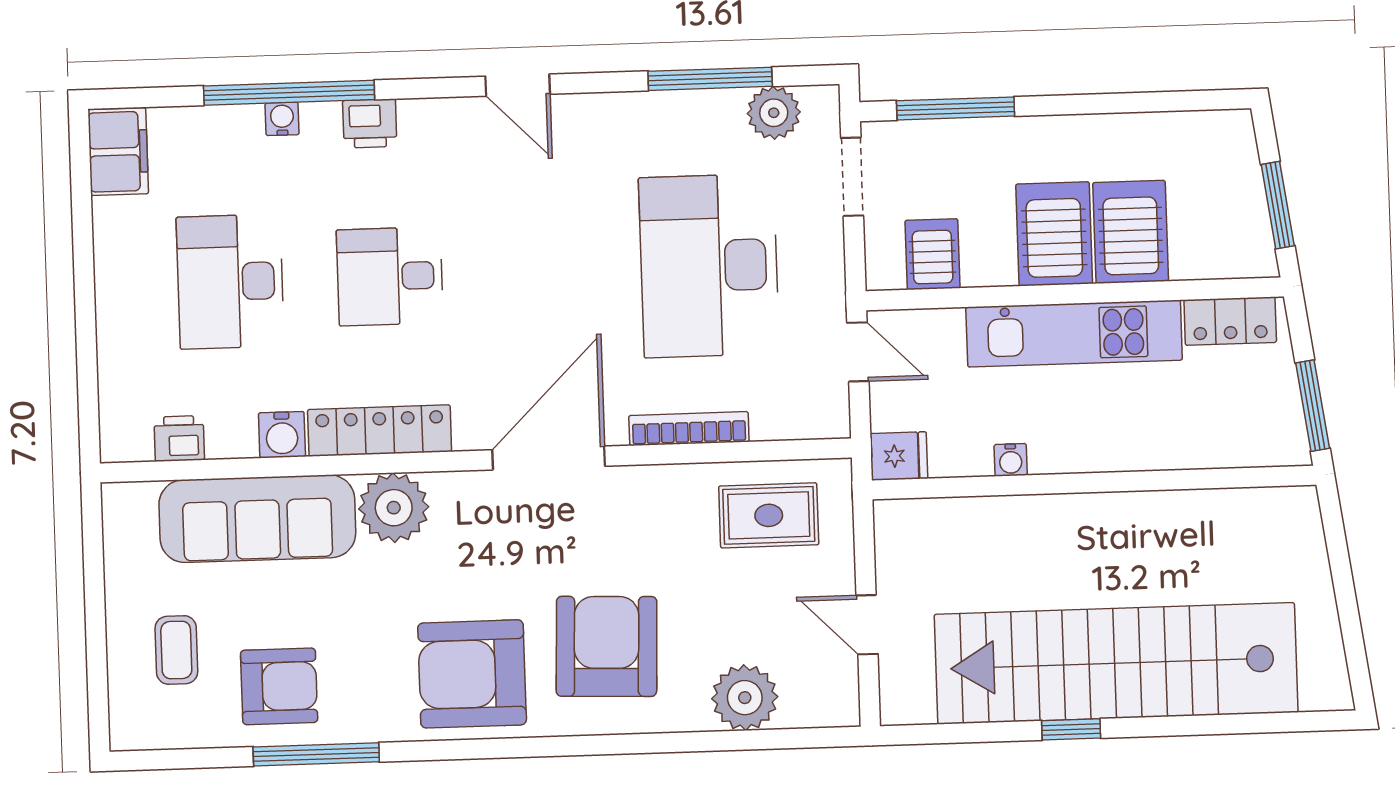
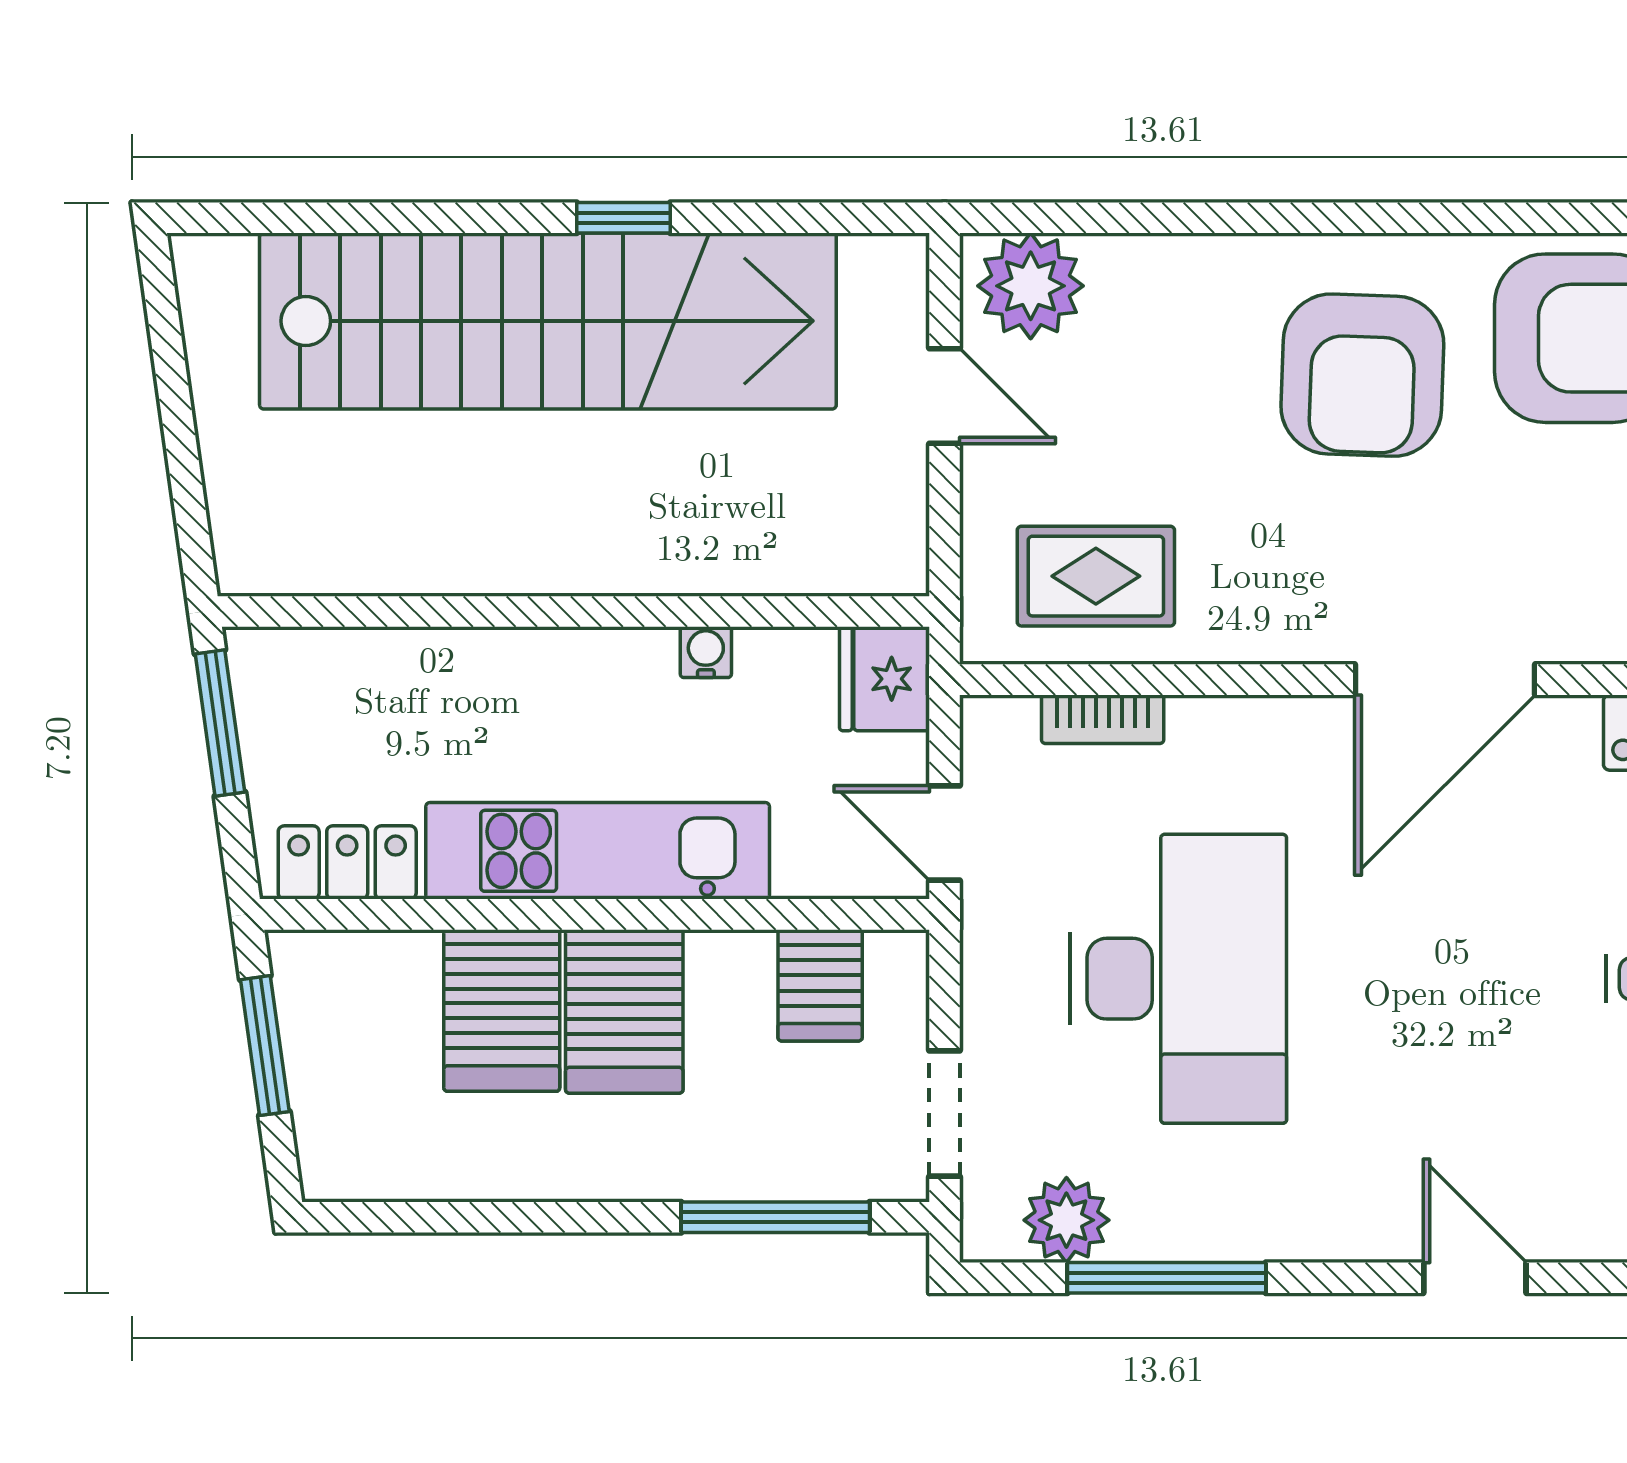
bookcase: (689, 429) -> (1103, 719), moved, width x0.64
fridge: (899, 456) -> (884, 679), width x1.38
plant: (745, 698) -> (1031, 286), moved

